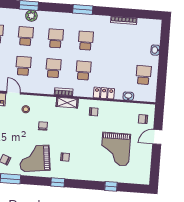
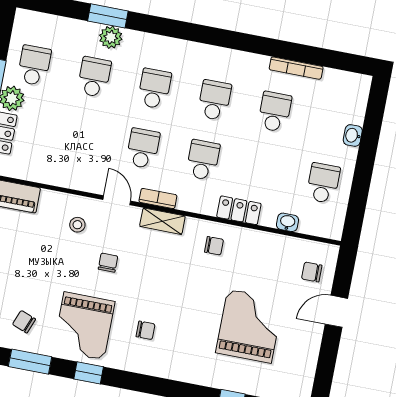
window: (83, 10) -> (216, 37), removed
school desk: (23, 66) -> (275, 112), moved
door: (14, 93) -> (117, 200), moved
grand piano: (116, 149) -> (249, 326), turned 180
grand piano: (35, 158) -> (84, 326), turned -83
window: (58, 182) -> (89, 373), moved

